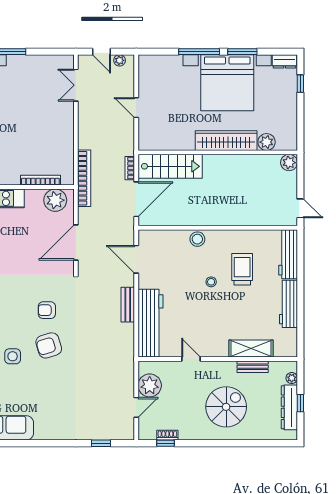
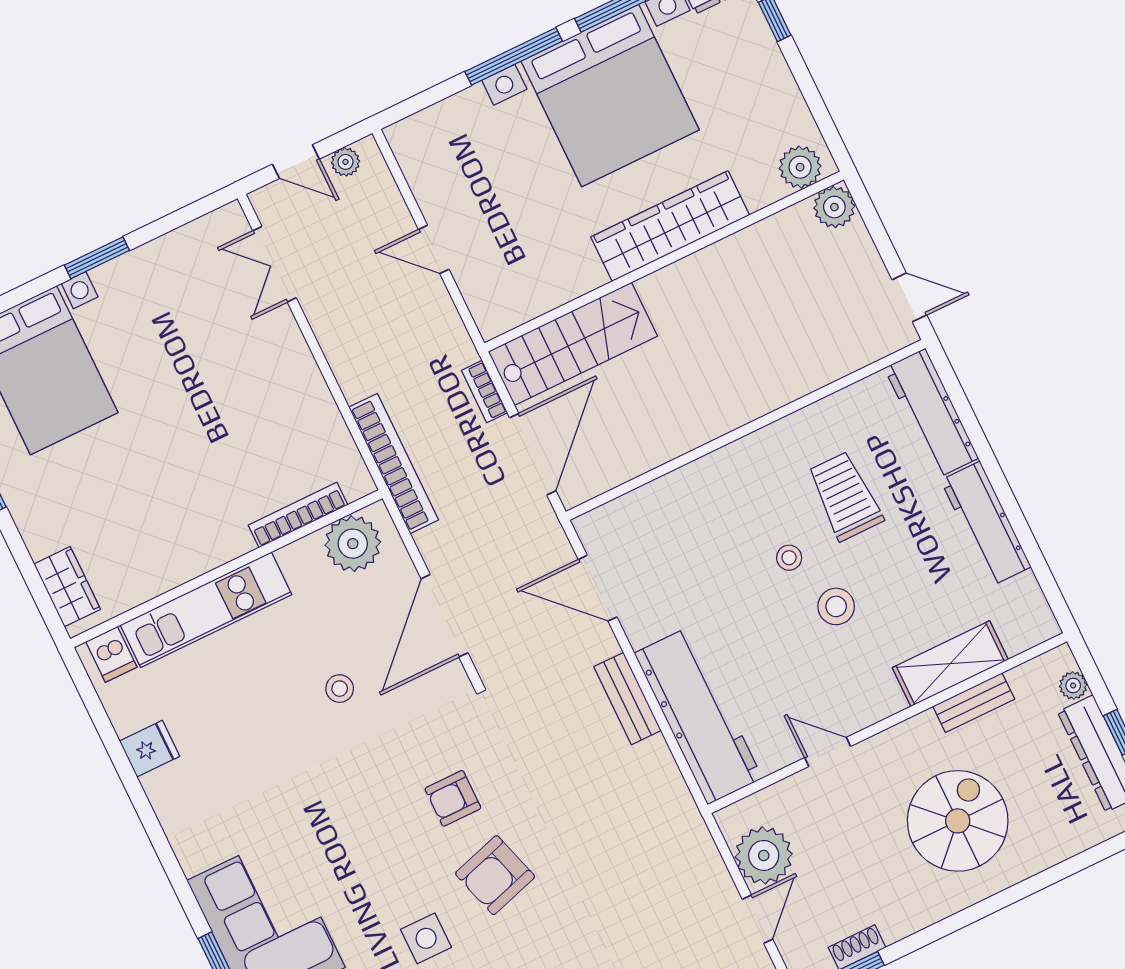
plant: (267, 142) -> (800, 167), moved
stool: (197, 239) -> (836, 606), moved
stool: (25, 250) -> (340, 689), added

